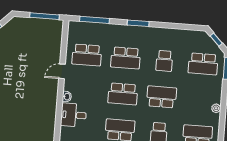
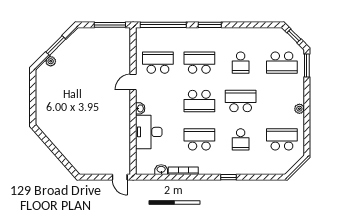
window: (95, 20) -> (163, 25), width x1.46
school desk: (87, 55) -> (158, 63), turned 180
school desk: (126, 58) -> (199, 63), turned 180
desk: (74, 115) -> (149, 132), width x1.37

